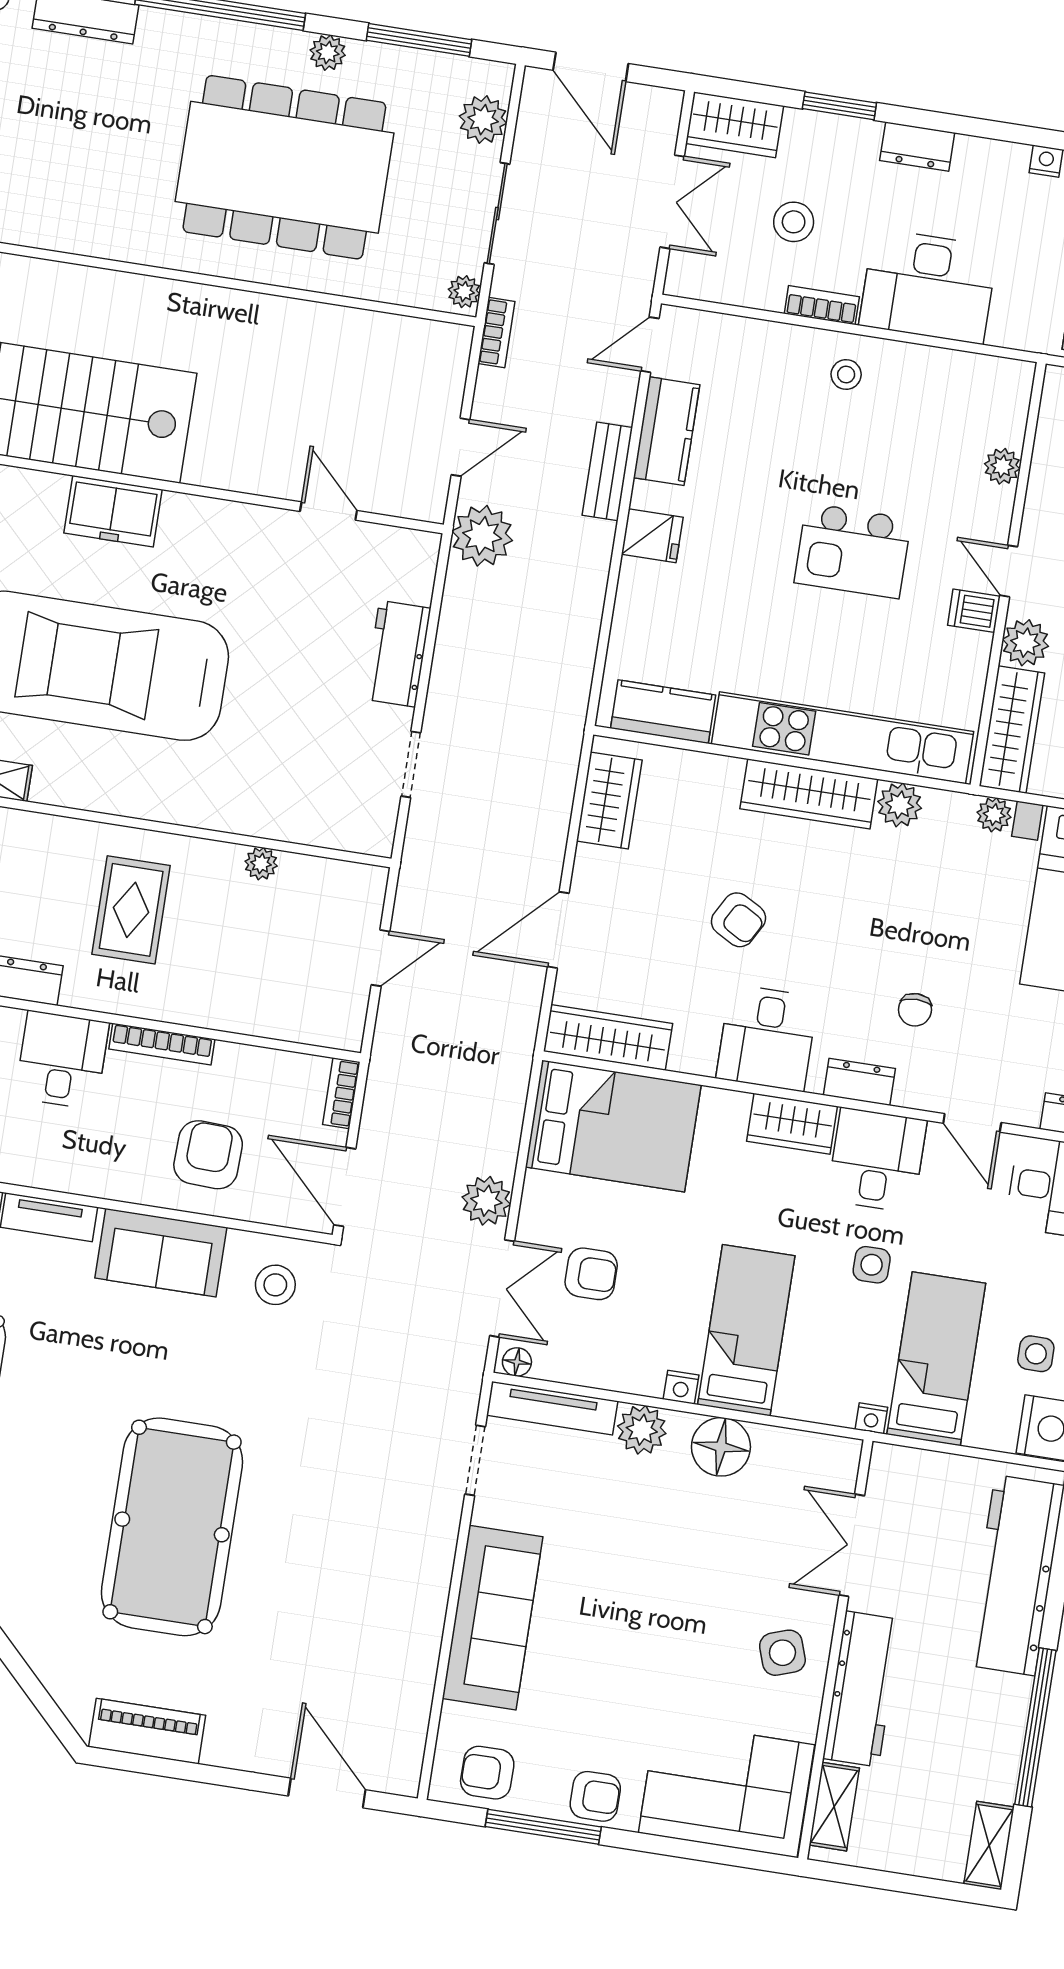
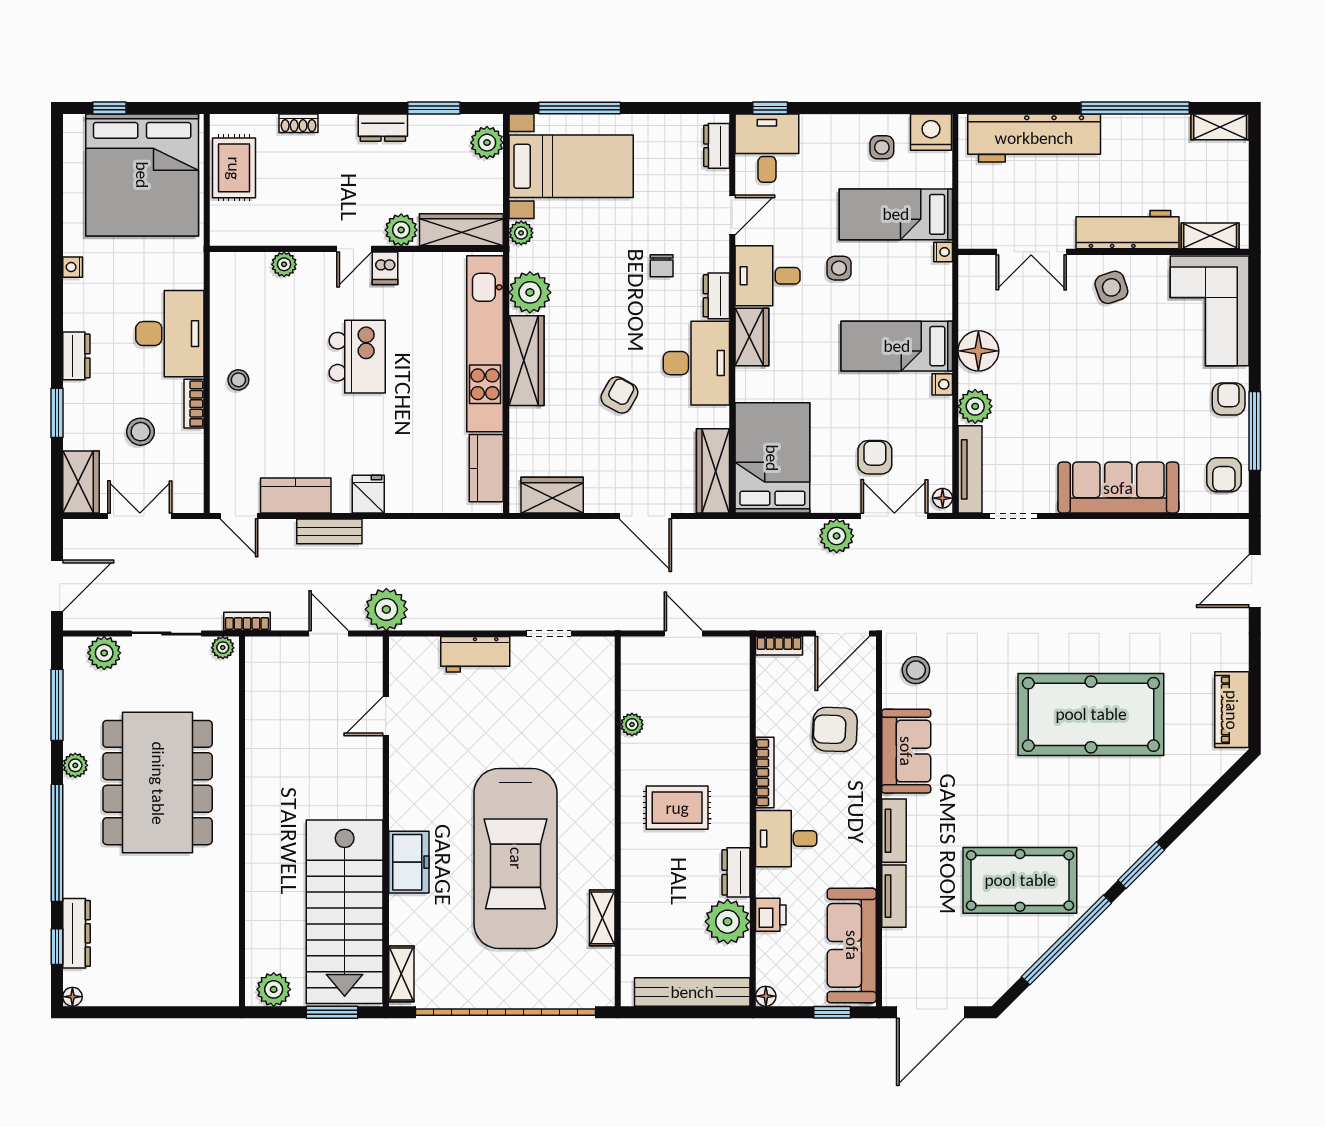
plant: (900, 805) -> (530, 292), width x1.36, depth x1.36
chair: (915, 1010) -> (662, 266), turned 90
desk: (767, 1038) -> (696, 363), width x1.37

